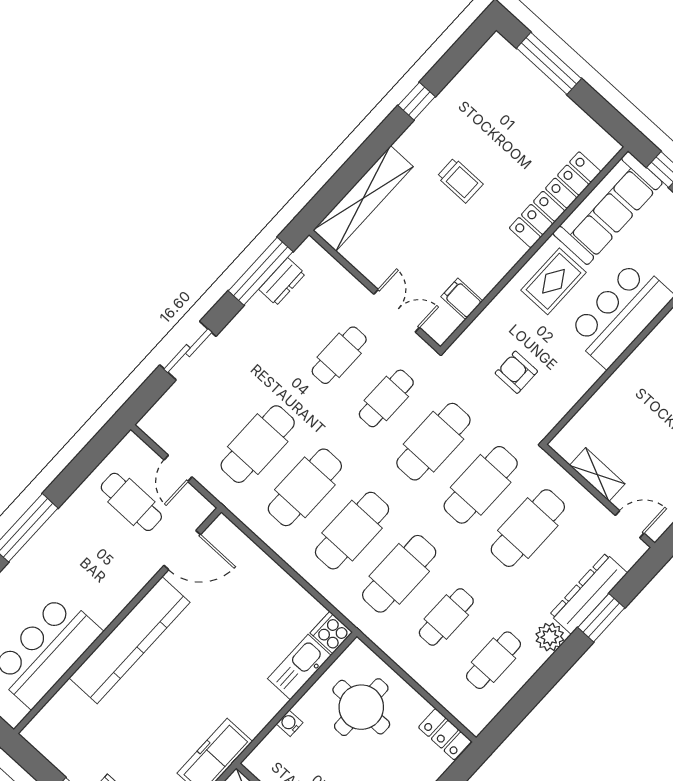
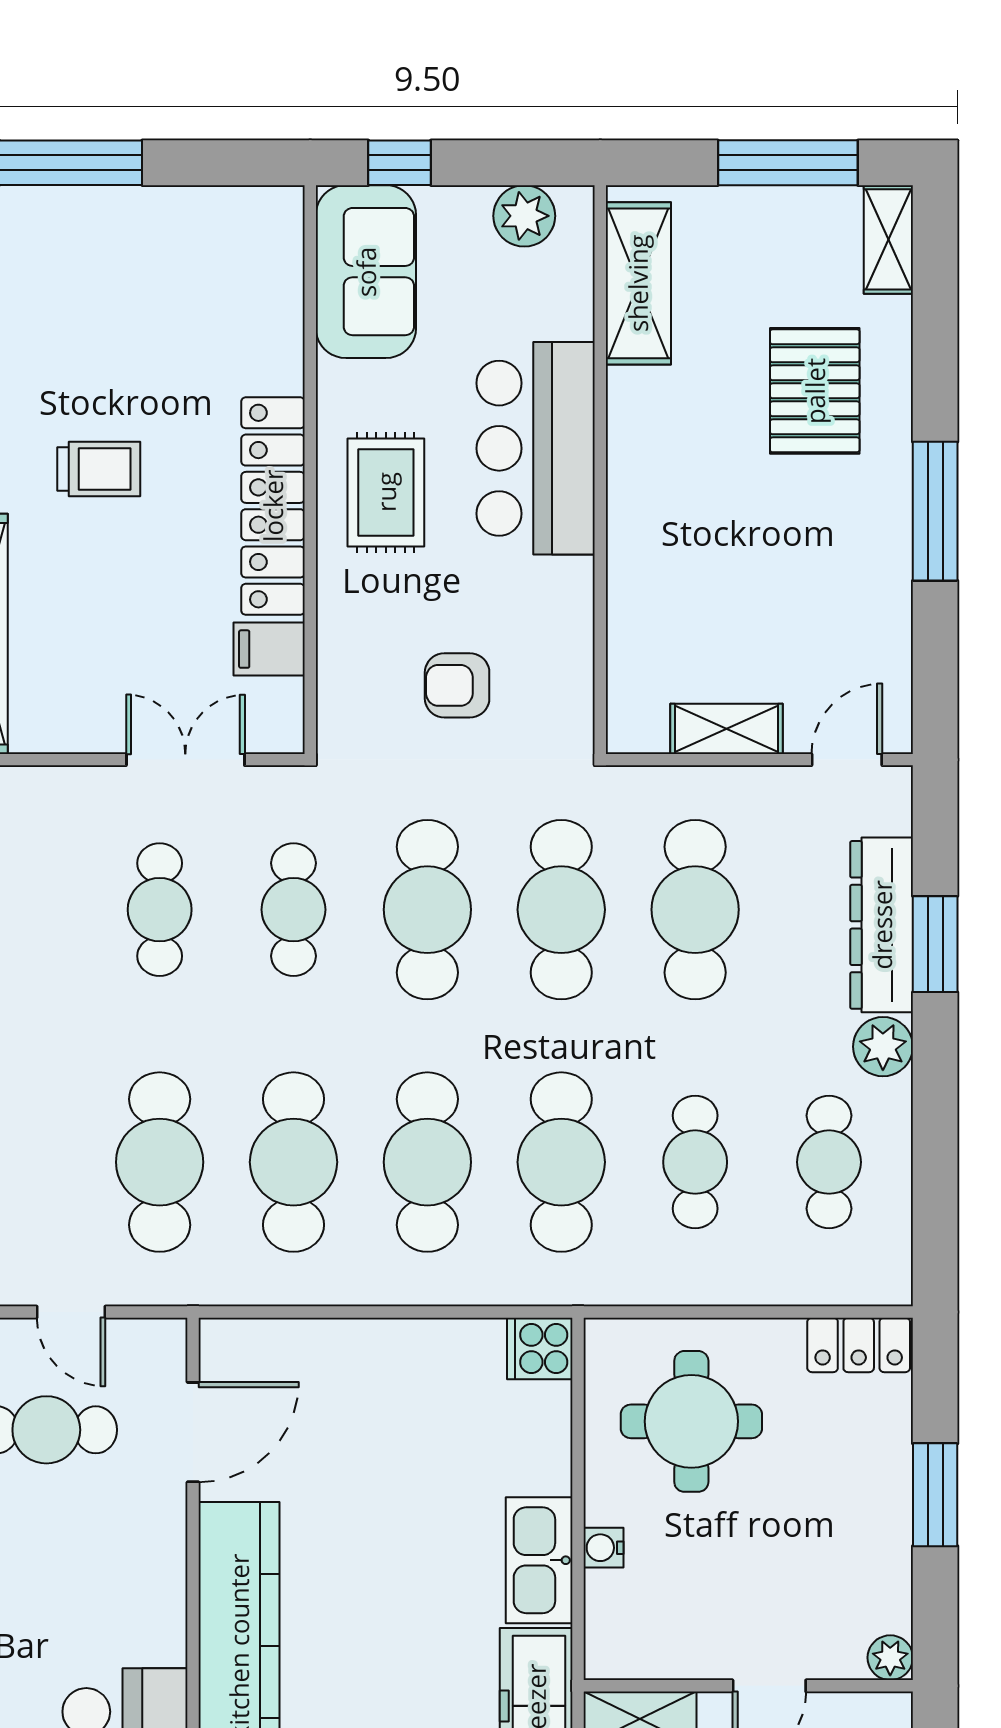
locker: (555, 200) -> (273, 506), moved
sofa: (608, 208) -> (366, 272), width x0.73
kitchen sink: (299, 667) -> (539, 1560), moved

